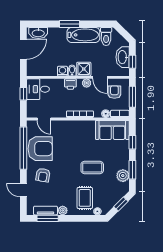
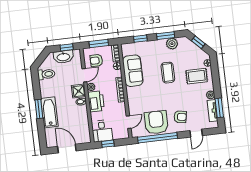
washbasin: (38, 33) -> (51, 137), removed
bathtub: (83, 35) -> (49, 112), moved
washing machine: (62, 71) -> (83, 110), removed
printer: (70, 84) -> (96, 101), width x1.87, depth x1.48
sofa: (112, 130) -> (133, 71), moved

